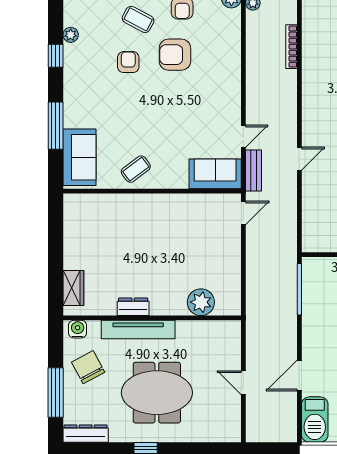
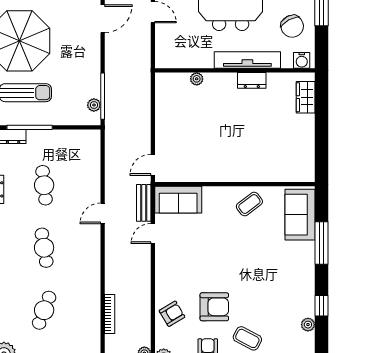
armchair: (128, 62) -> (172, 314), moved, turned -121
plant: (309, 279) -> (94, 105), added
plant: (201, 302) -> (197, 79), width x0.53, depth x0.53

